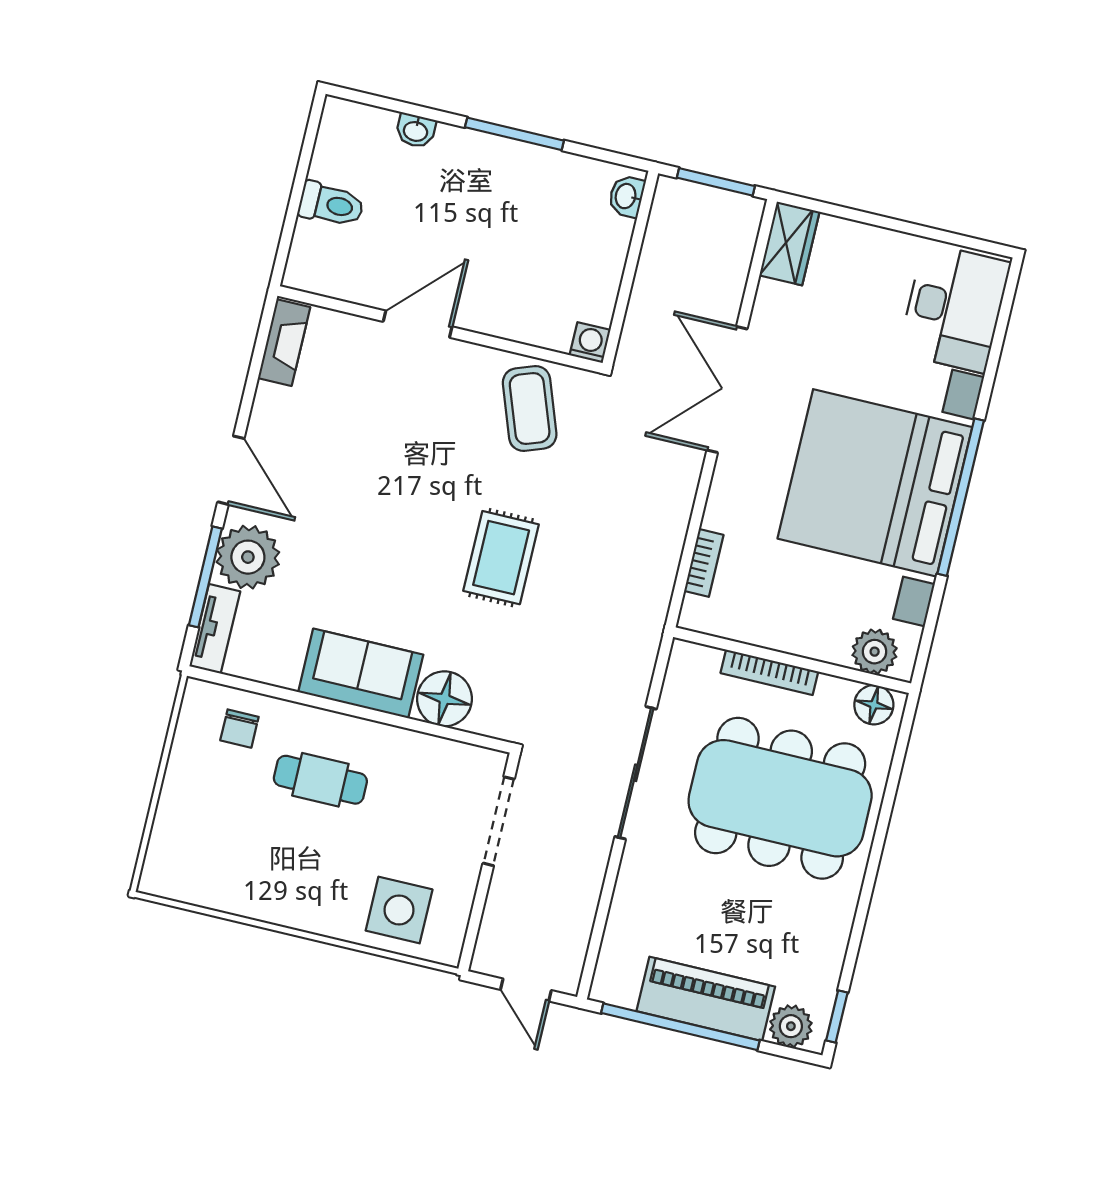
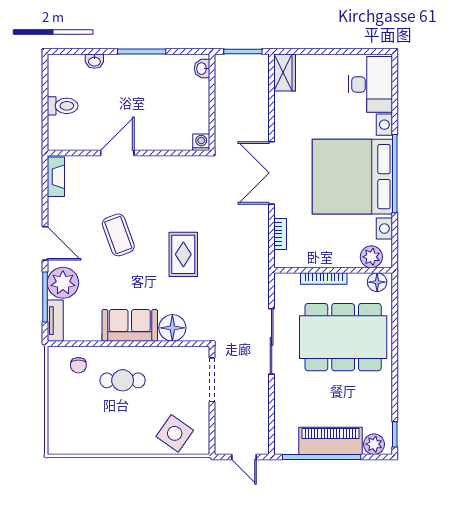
double door: (727, 390) -> (272, 173), moved
coffee table: (530, 409) -> (118, 235), moved
side table: (399, 910) -> (175, 433), turned 35

